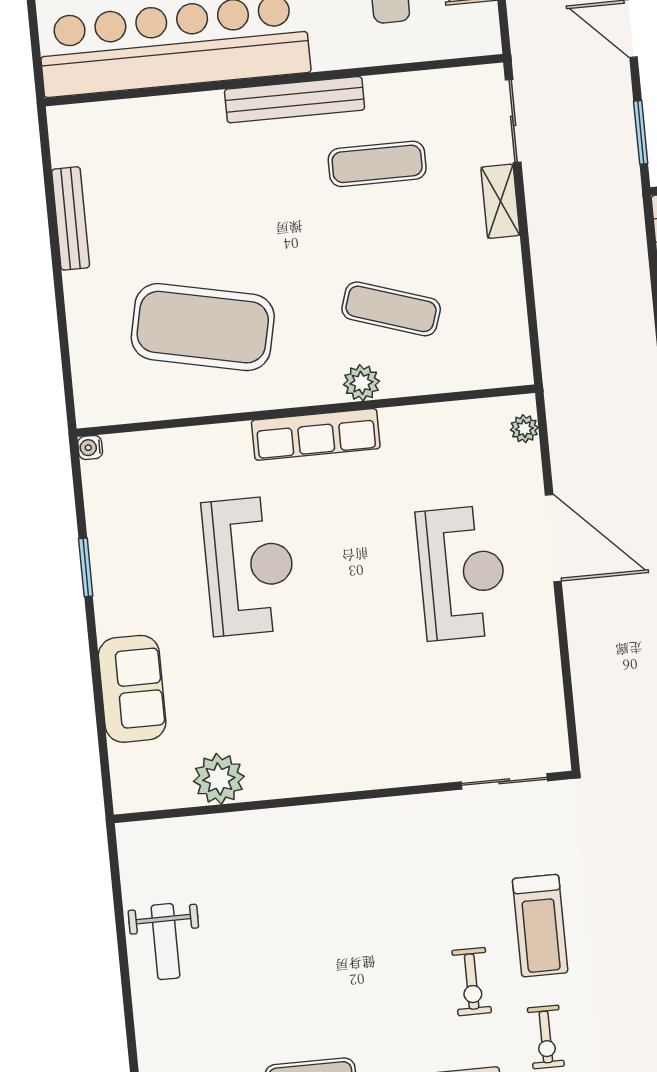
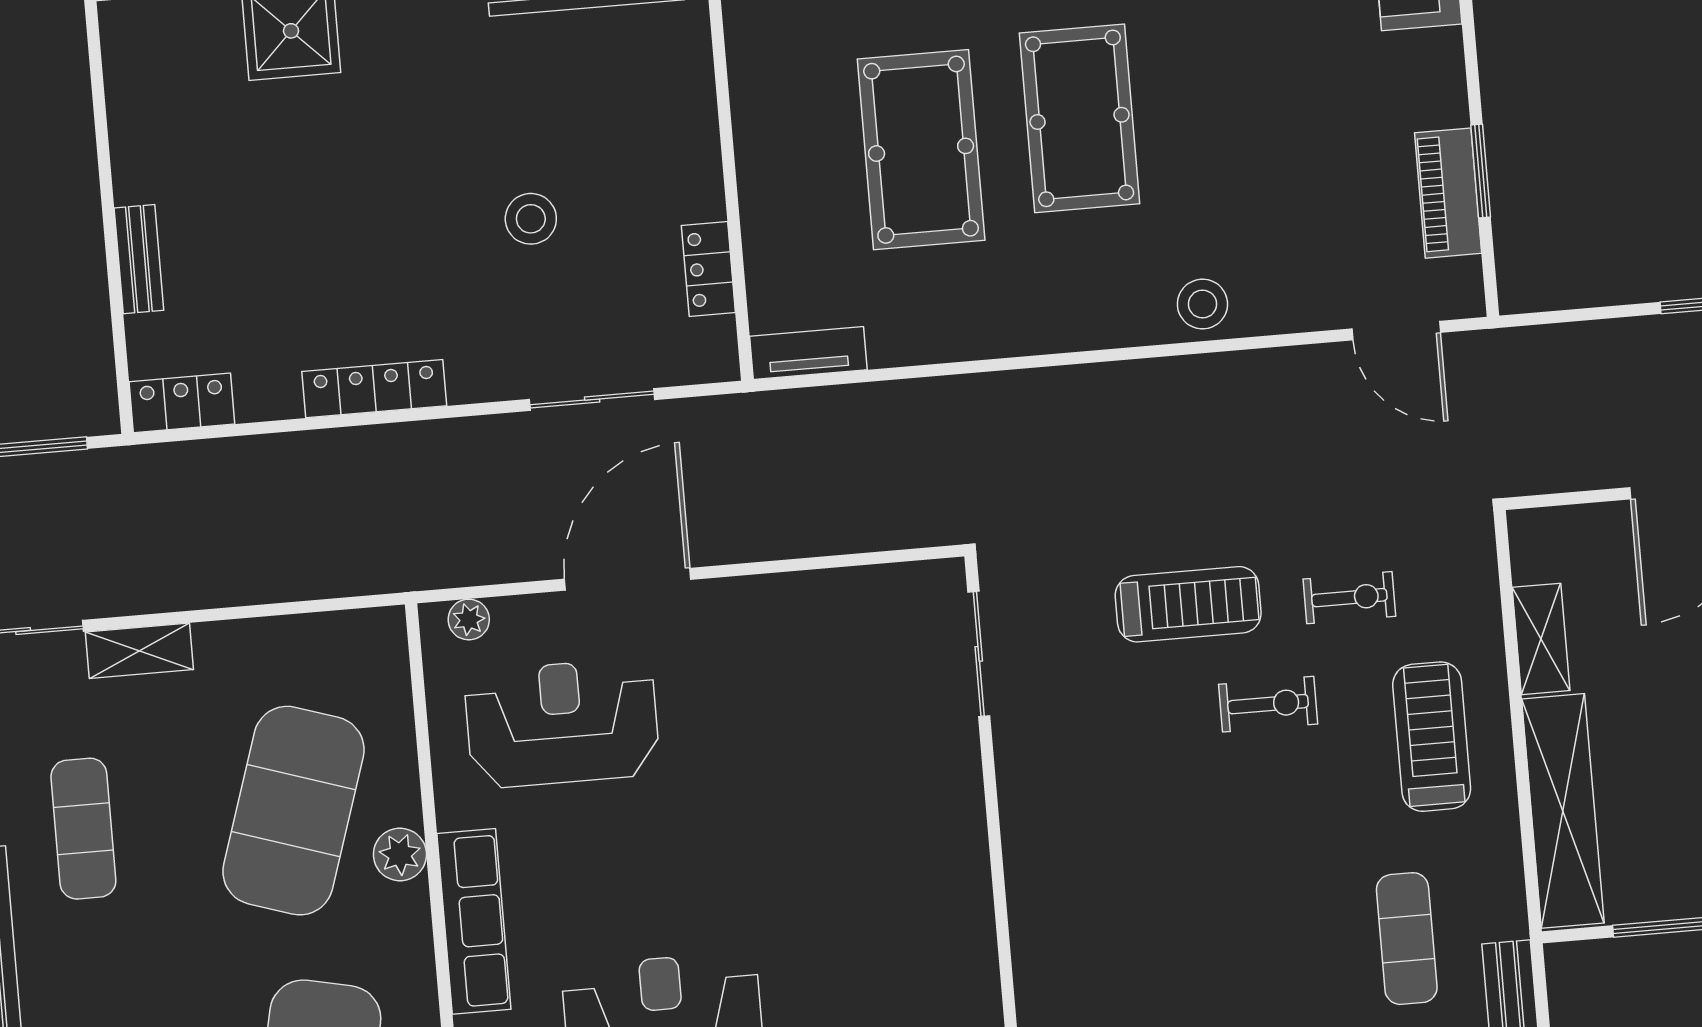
exercise mat: (391, 309) -> (293, 811), width x2.00, depth x1.45
reception desk: (462, 573) -> (562, 723), moved

